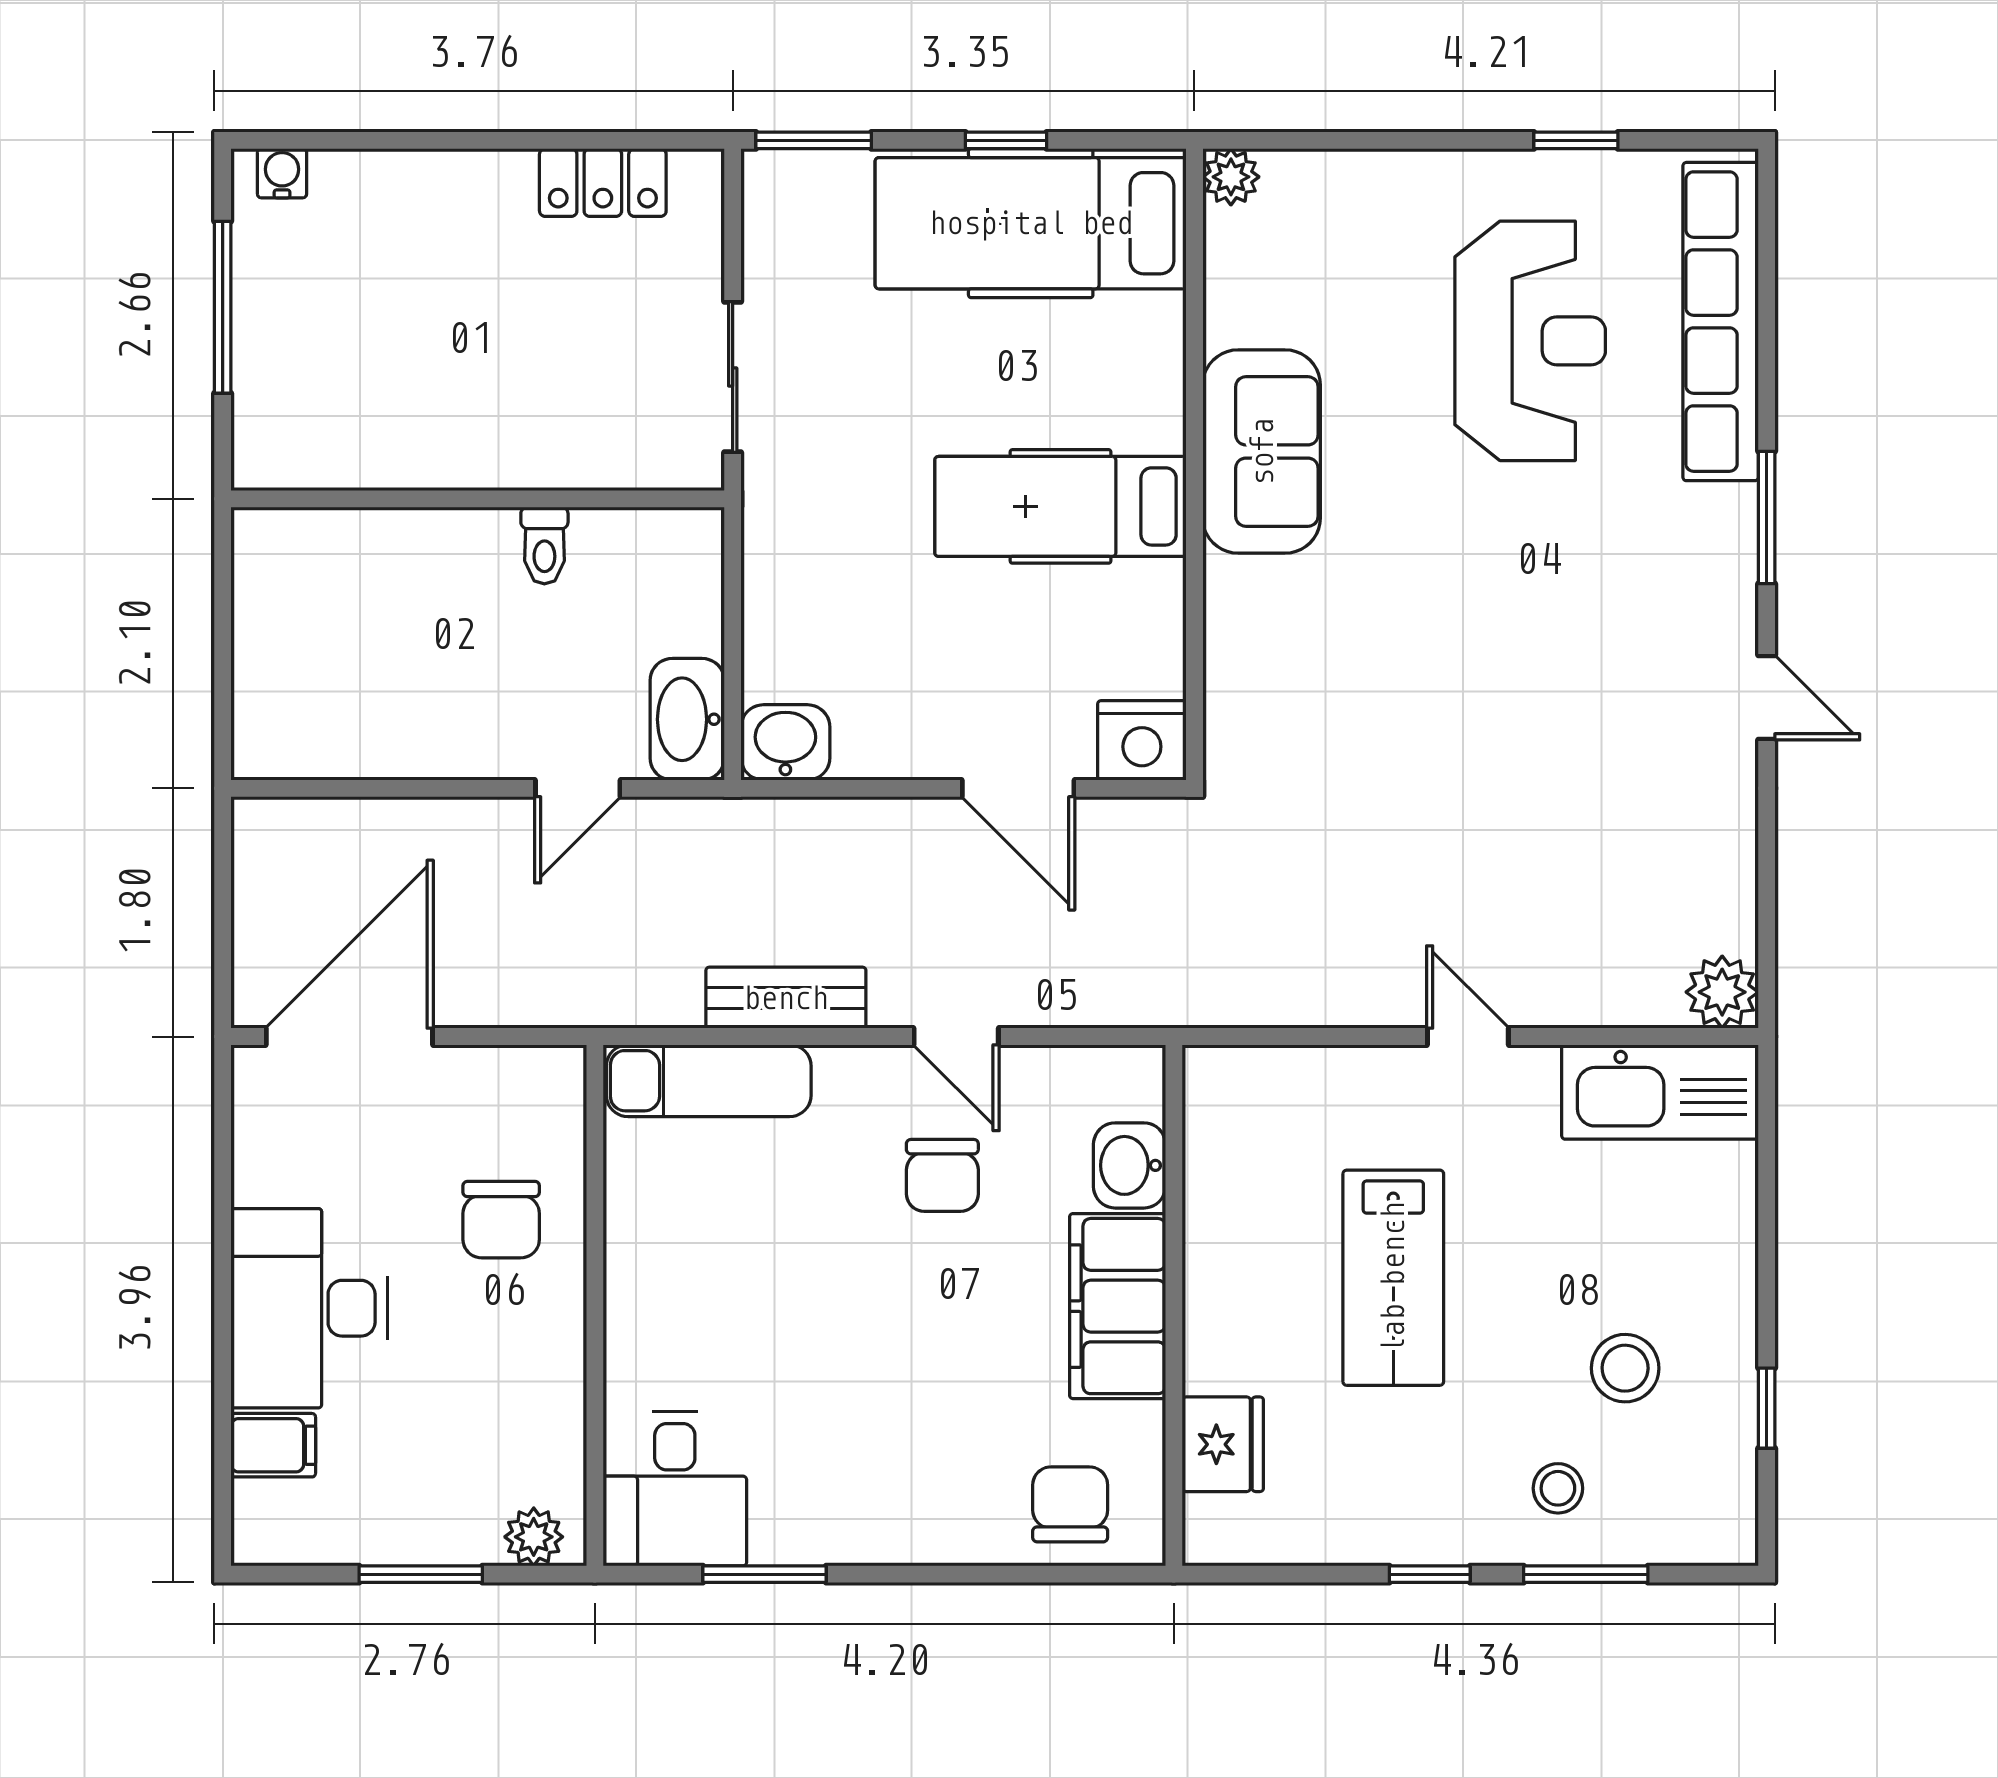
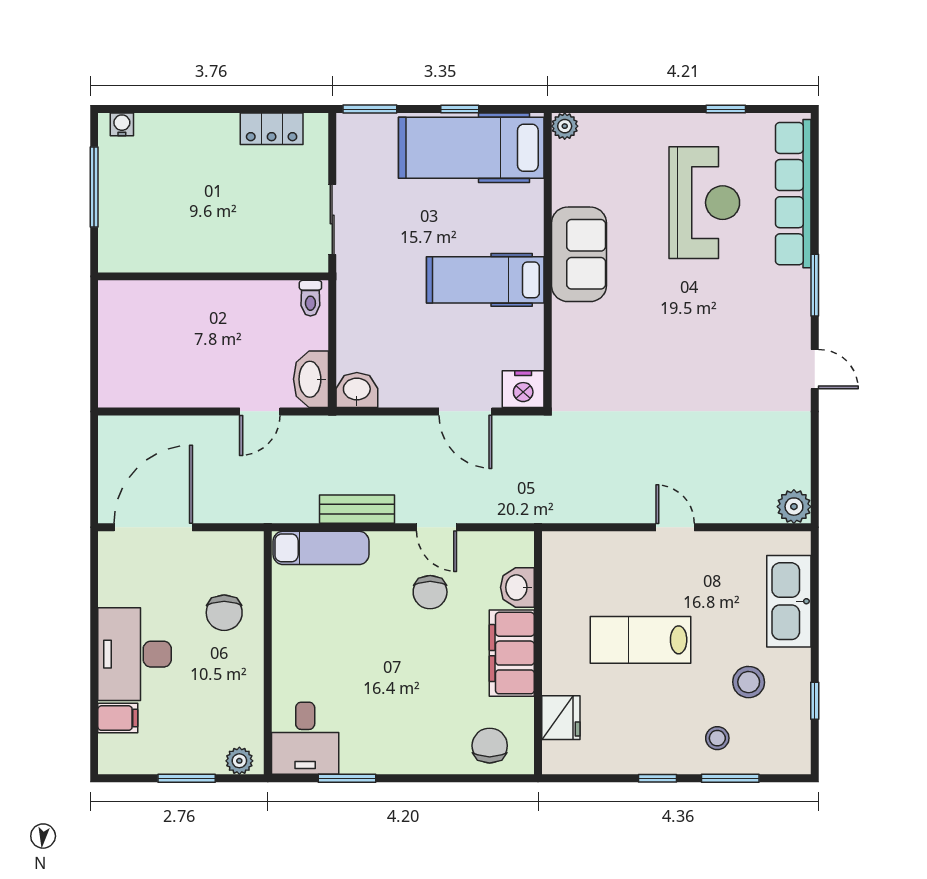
toilet: (544, 546) -> (310, 298), moved
kitchen sink: (1660, 1092) -> (789, 601), moved, turned 90
lab bench: (1393, 1278) -> (640, 640), turned 90

